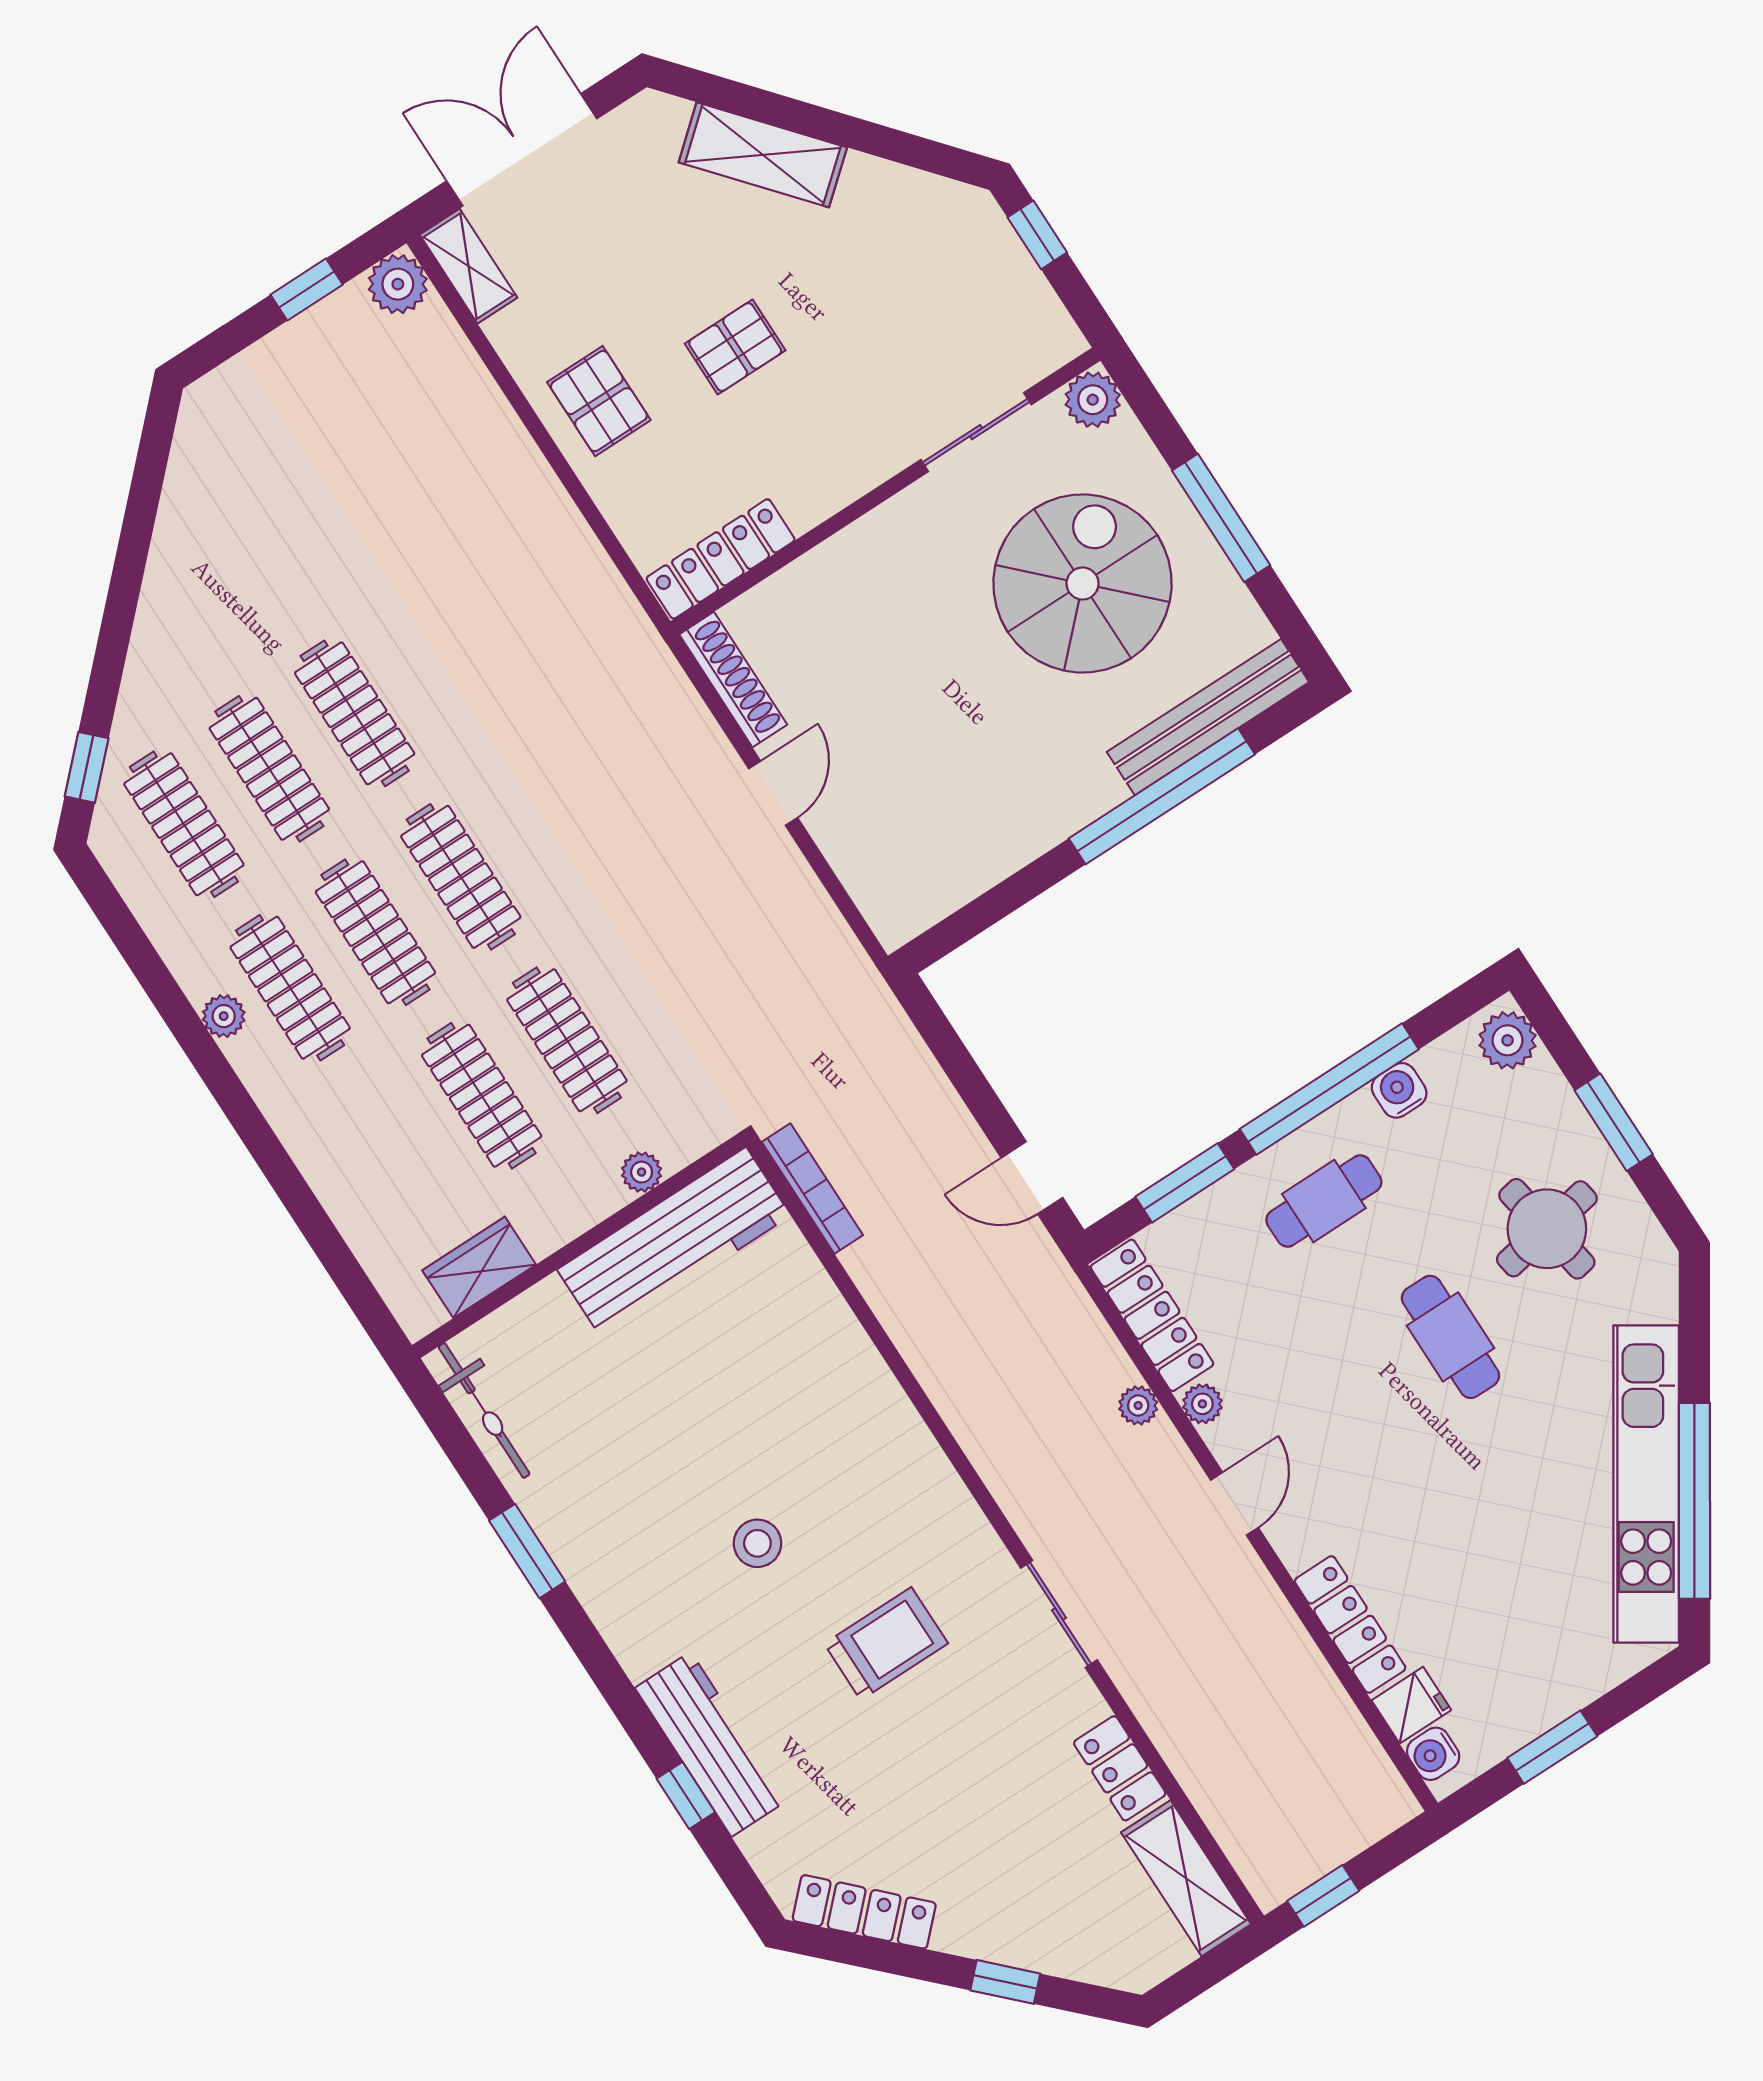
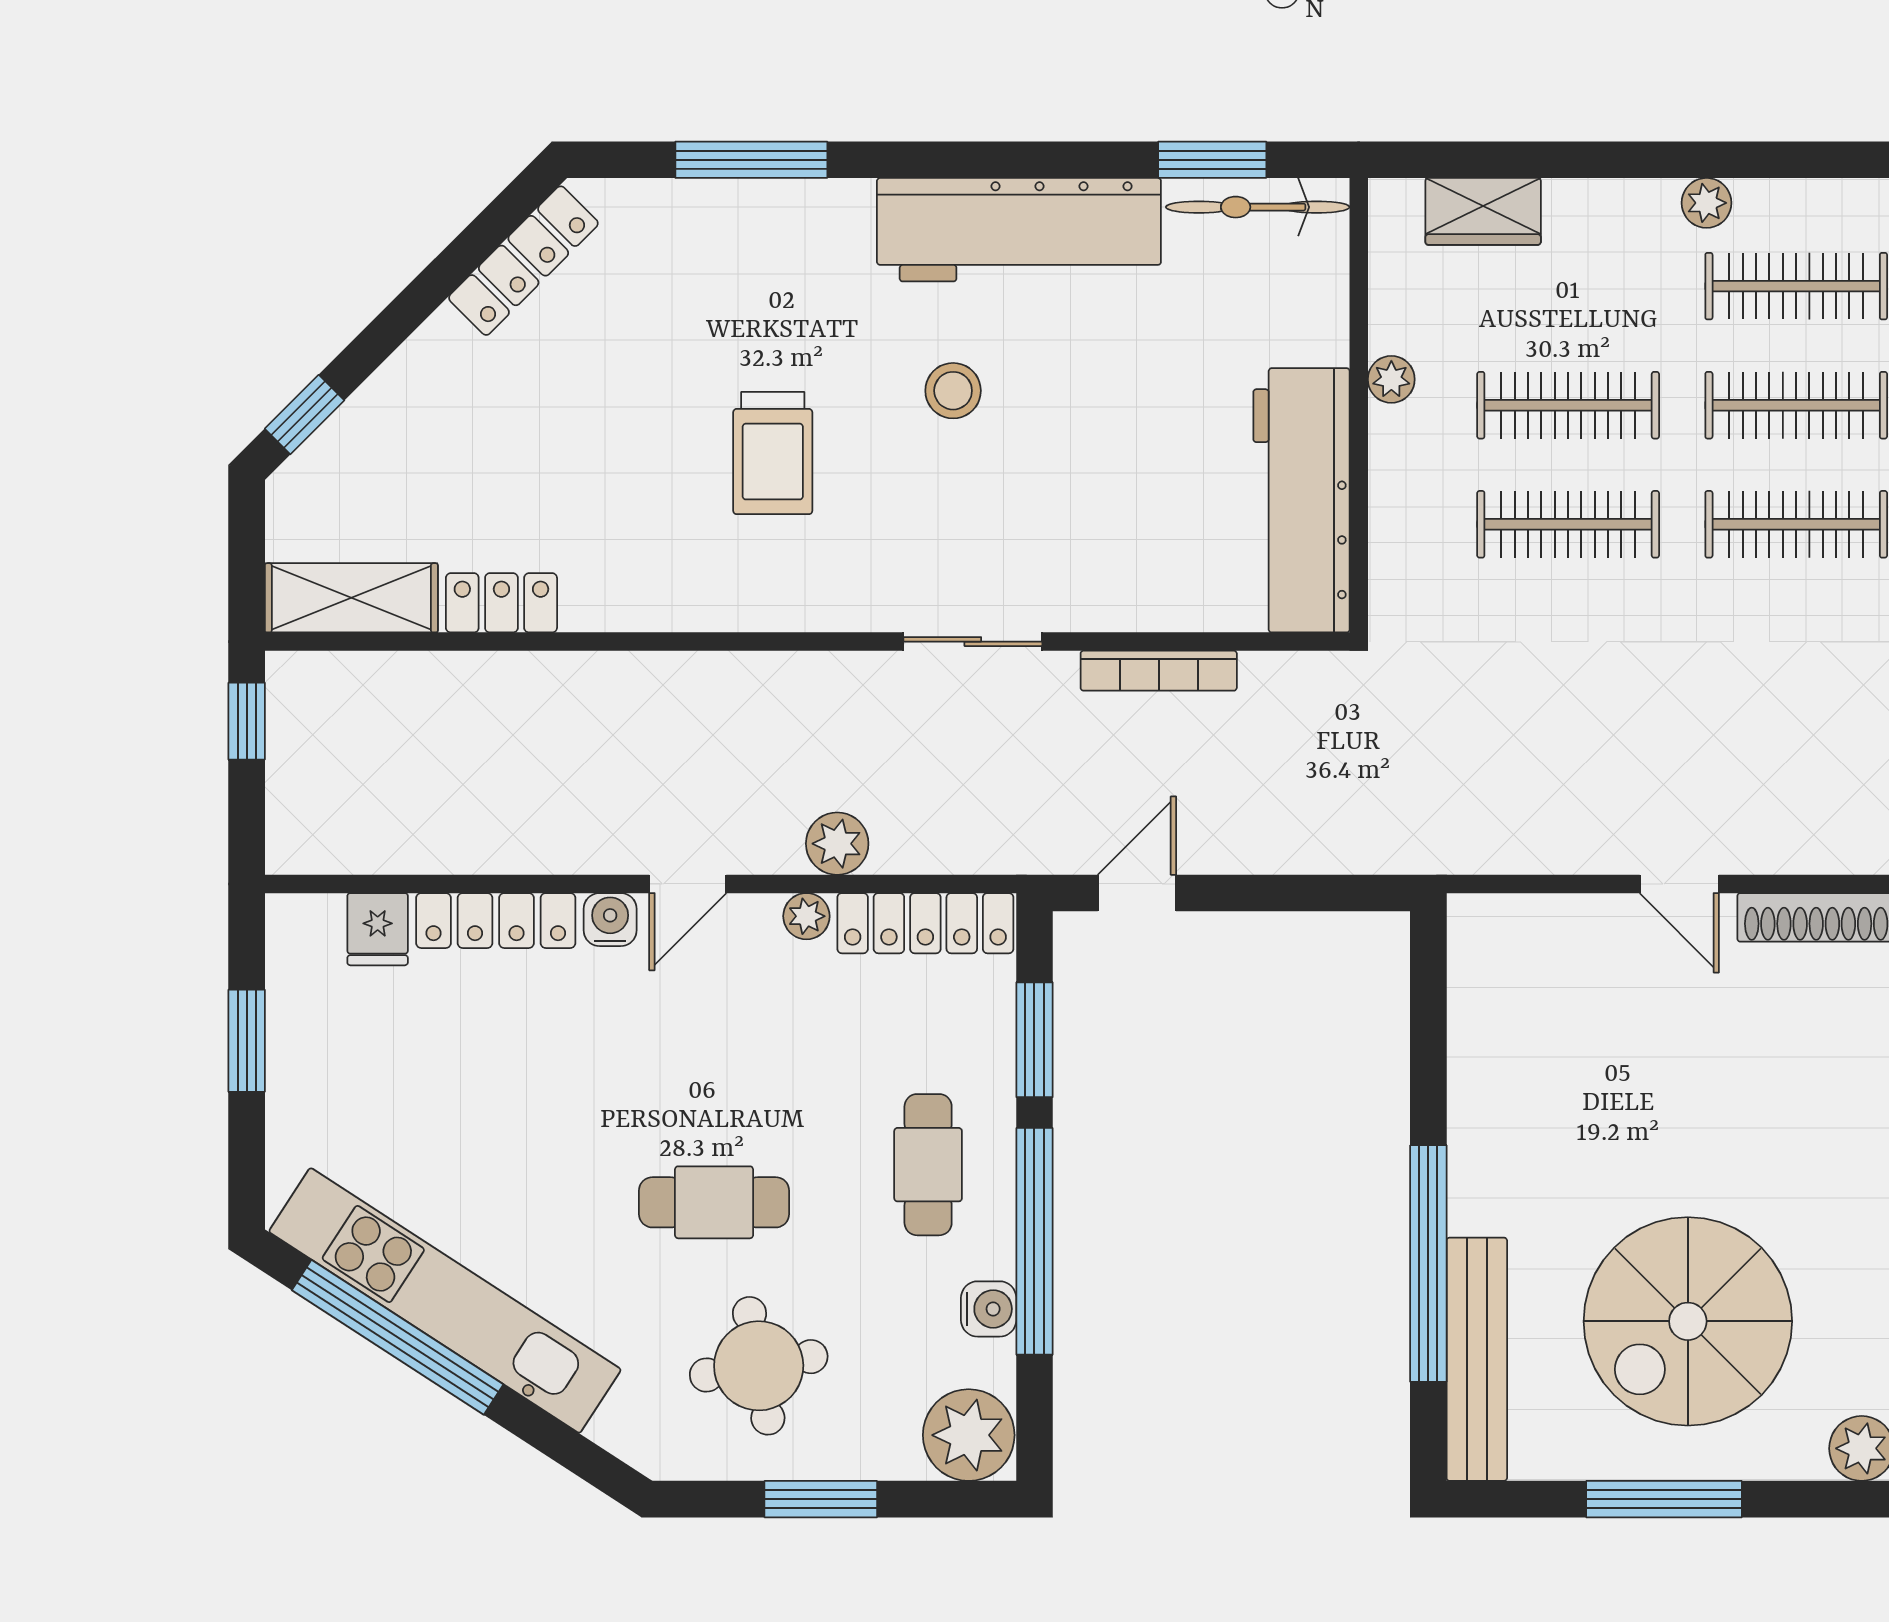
spiral stairs: (1083, 584) -> (1688, 1321), turned 90
plant: (224, 1016) -> (1707, 203), moved
plant: (1508, 1040) -> (969, 1435), width x1.36, depth x1.36
plant: (642, 1172) -> (1391, 379), moved
bookcase: (812, 1188) -> (1159, 671), moved
wardrobe: (479, 1267) -> (1483, 211), moved, turned 90
plant: (1138, 1405) -> (837, 844), width x1.38, depth x1.38
door: (1234, 1504) -> (688, 884), hinge flipped
window: (527, 1551) -> (1212, 160), moved
sliding door: (1059, 1614) -> (973, 642), moved
workbench: (711, 1744) -> (1019, 230), moved, width x1.36, depth x1.32
water cooler: (1433, 1754) -> (610, 920), moved
window: (686, 1795) -> (751, 160), width x2.17
window: (1005, 1982) -> (305, 415), moved

